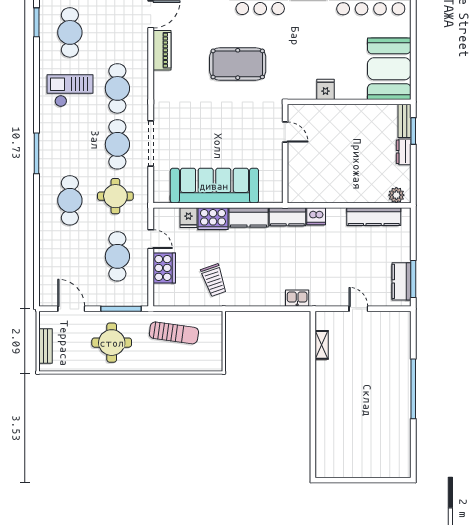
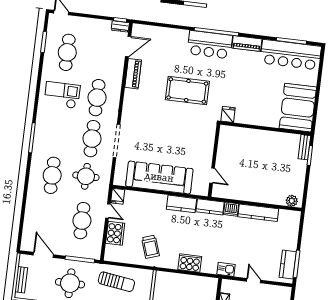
fridge: (325, 89) -> (228, 114), moved
door: (285, 132) -> (212, 176), moved
dresser: (404, 152) -> (301, 170), removed
kitchen counter: (374, 217) -> (258, 213), moved
fridge: (188, 218) -> (118, 196), moved
cooker: (213, 219) -> (190, 263), moved, turned 180
kitchen sink: (297, 298) -> (226, 269), moved

